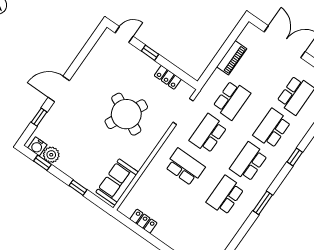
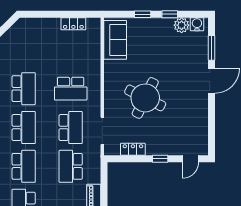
window: (39, 117) -> (212, 48), width x1.50
window: (42, 163) -> (170, 14), moved

